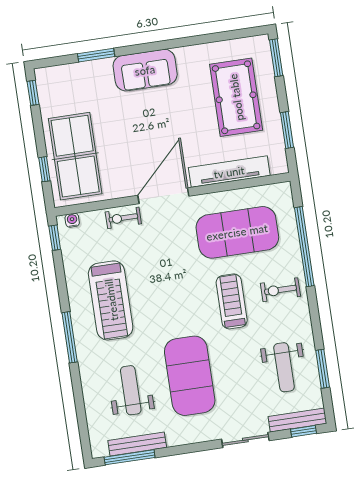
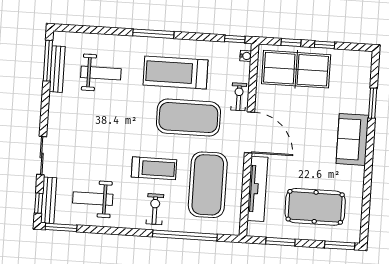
window: (33, 93) -> (325, 45), moved
window: (323, 369) -> (61, 227), moved
exercise mat: (190, 376) -> (188, 118), moved

